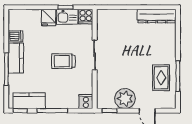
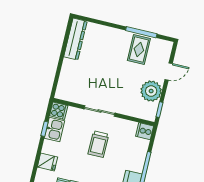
fridge: (49, 17) -> (47, 162), moved
rug: (161, 78) -> (139, 49), turned 90

